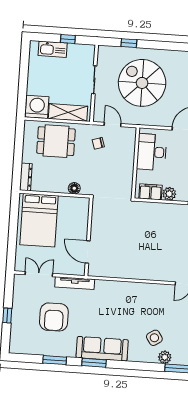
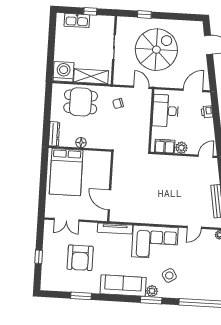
spiral stairs: (142, 83) -> (156, 50), turned 90
door: (113, 124) -> (141, 87), moved
floor lamp: (74, 188) -> (81, 143), moved
double door: (39, 274) -> (66, 220), swing flipped
tv unit: (75, 283) -> (115, 229), moved
corner sofa: (138, 300) -> (155, 242), added
plant: (165, 357) -> (152, 291), moved
window: (94, 363) -> (151, 300), moved

